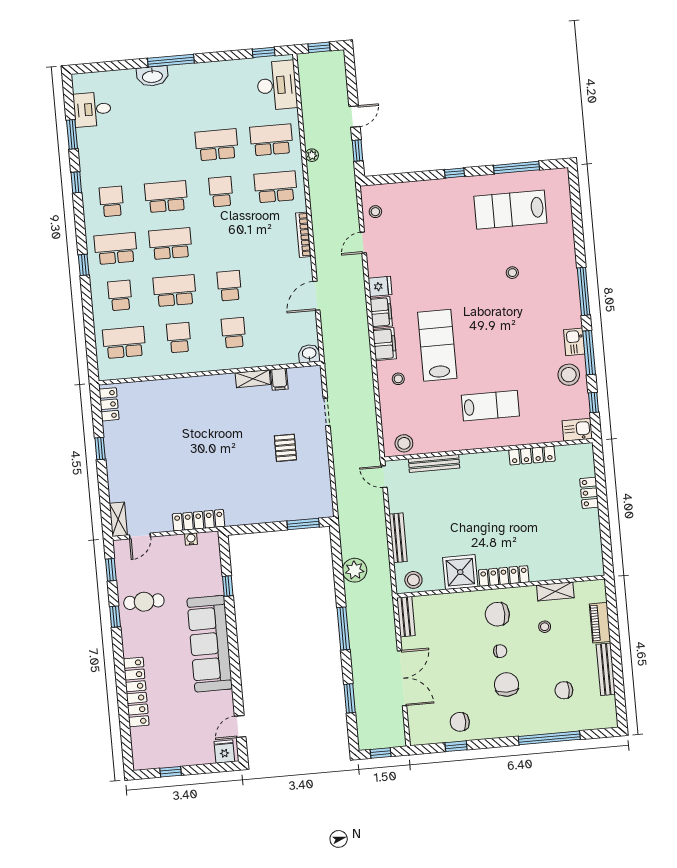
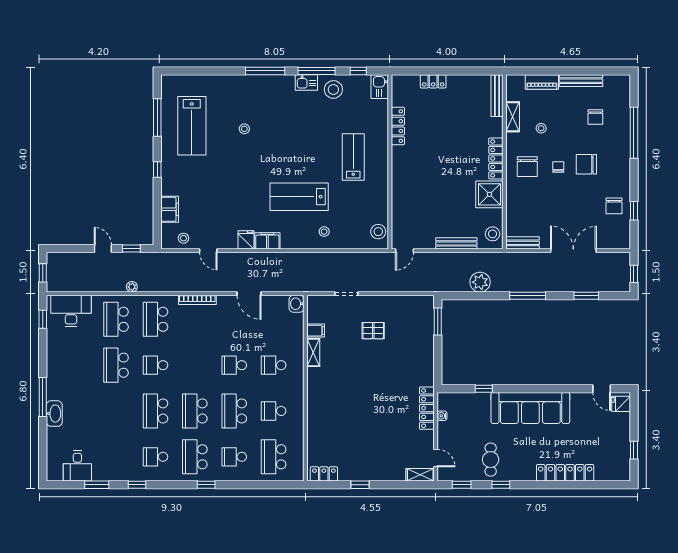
filing cabinet: (385, 344) -> (170, 209), moved, turned 90
bench: (434, 463) -> (497, 96), moved

